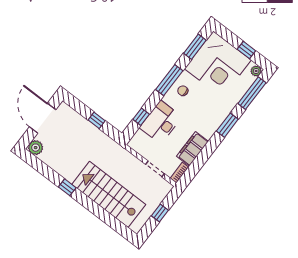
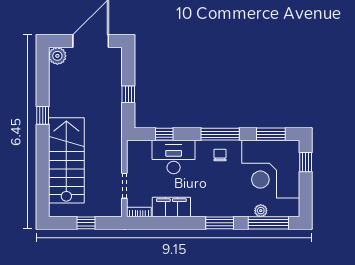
window: (246, 50) -> (306, 162), moved
plant: (256, 71) -> (261, 211), moved

